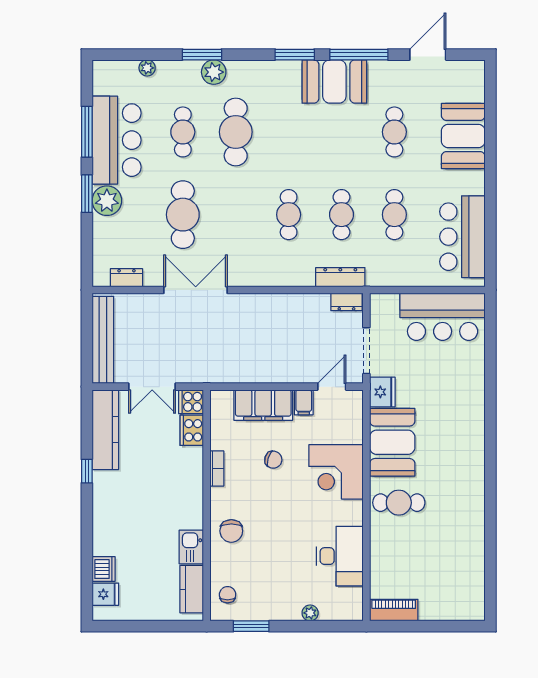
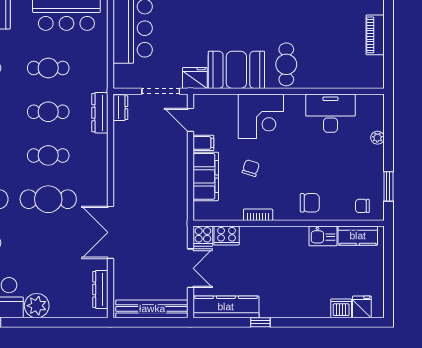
window: (87, 194) -> (31, 322), removed
cafe table: (183, 215) -> (48, 199), moved
dresser: (126, 278) -> (100, 289), width x1.44
piano: (394, 610) -> (375, 35), moved

